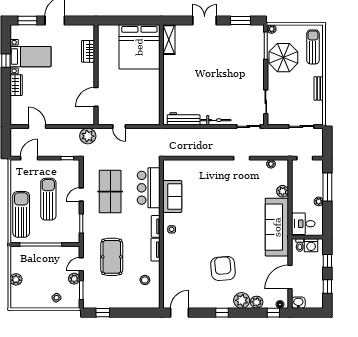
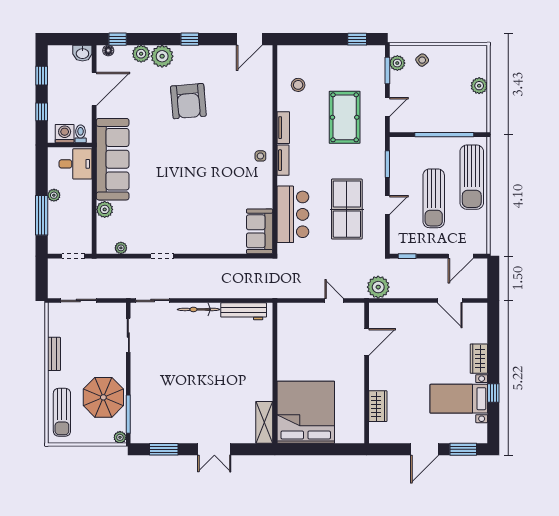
sofa: (172, 196) -> (260, 231), moved
plant: (74, 279) -> (397, 63), moved

